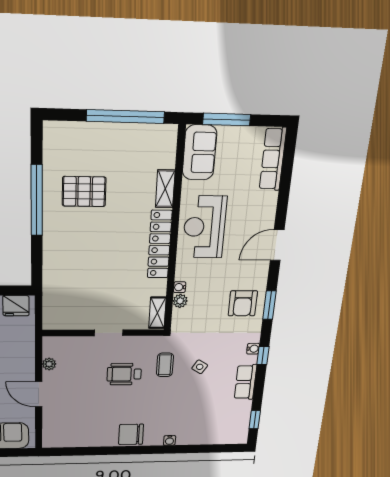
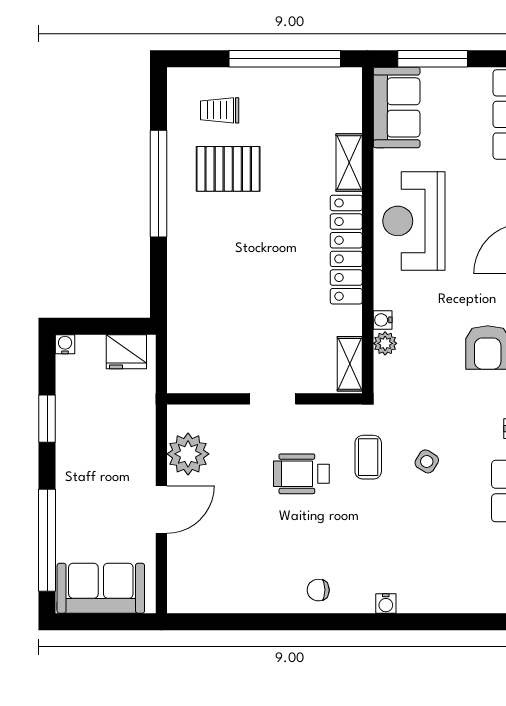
trolley: (79, 152) -> (220, 110), added
plant: (49, 364) -> (188, 454), width x1.88, depth x1.88
door: (39, 394) -> (161, 509), swing flipped
chair: (131, 434) -> (318, 590), width x0.54, depth x0.54

